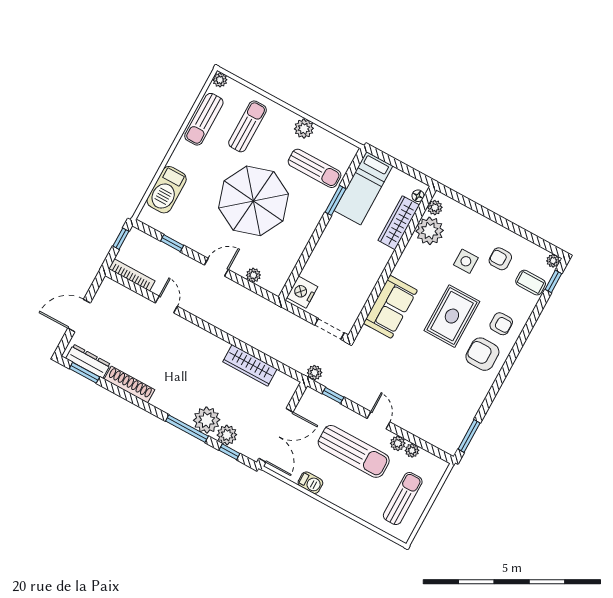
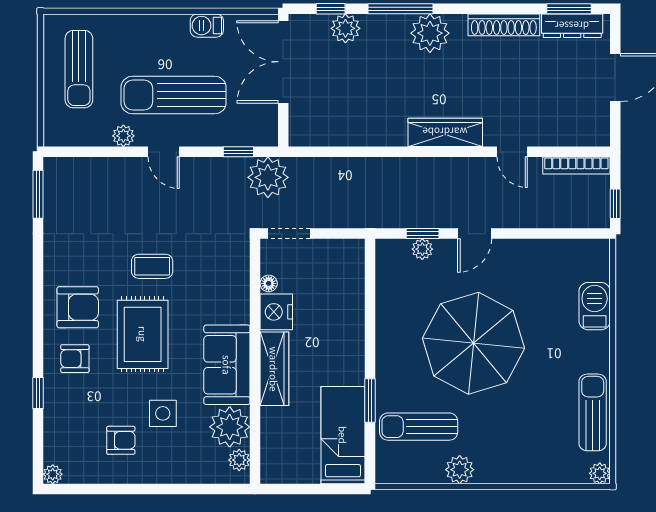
sun lounger: (248, 126) -> (532, 433), removed
barbecue: (167, 190) -> (595, 306), width x0.73, depth x0.83
floor lamp: (418, 196) -> (269, 283), moved
wardrobe: (399, 223) -> (274, 369), moved
window: (172, 243) -> (423, 234), moved
window: (553, 281) -> (38, 393), moved
coffee table: (531, 283) -> (152, 266), moved
nightstand: (302, 292) -> (276, 312), moved, turned 180
sofa: (390, 307) -> (227, 365), moved
wardrobe: (250, 365) -> (445, 132), moved
plant: (315, 373) -> (268, 177), width x1.87, depth x1.87
plant: (207, 420) -> (430, 33), moved
plant: (412, 450) -> (100, 137), removed

